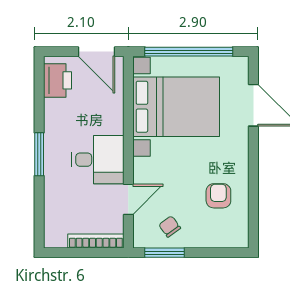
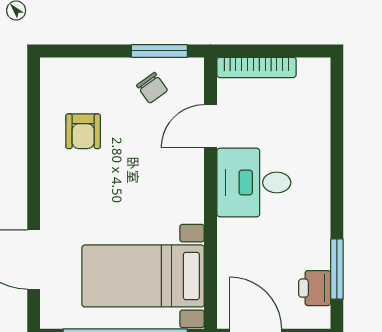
printer: (57, 80) -> (315, 288), width x0.73, depth x0.81
bed with nightstands: (176, 107) -> (143, 276), width x0.73
window: (39, 154) -> (337, 269), moved

